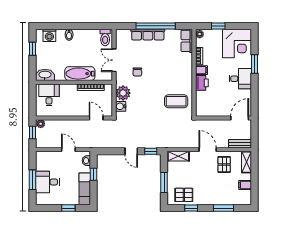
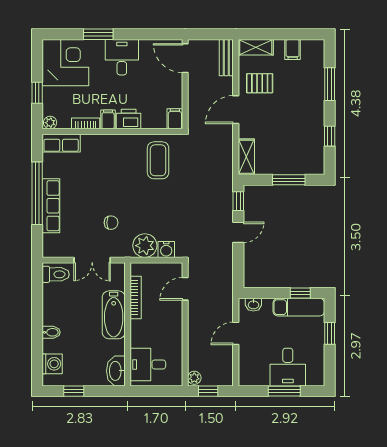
filing cabinet: (202, 112) -> (175, 119), added
window: (93, 174) -> (300, 293), moved
pallet: (184, 195) -> (308, 148), removed

